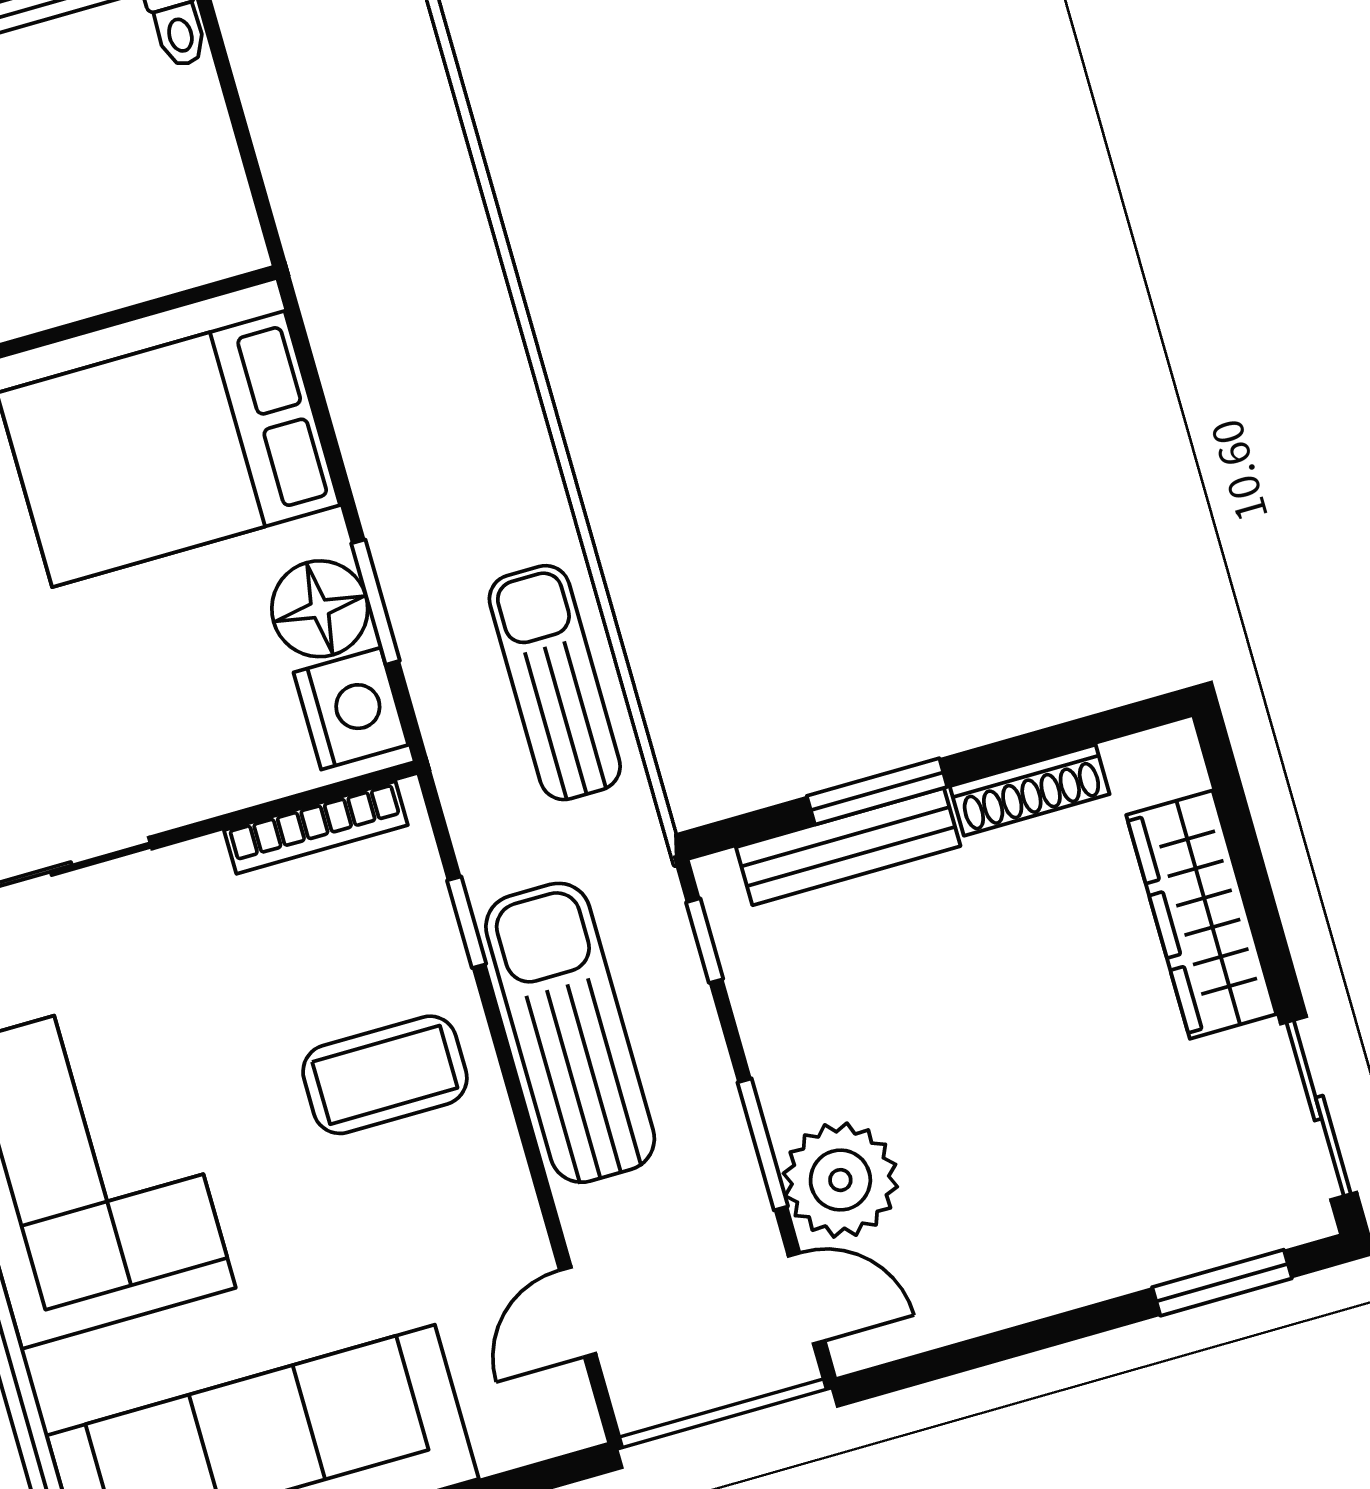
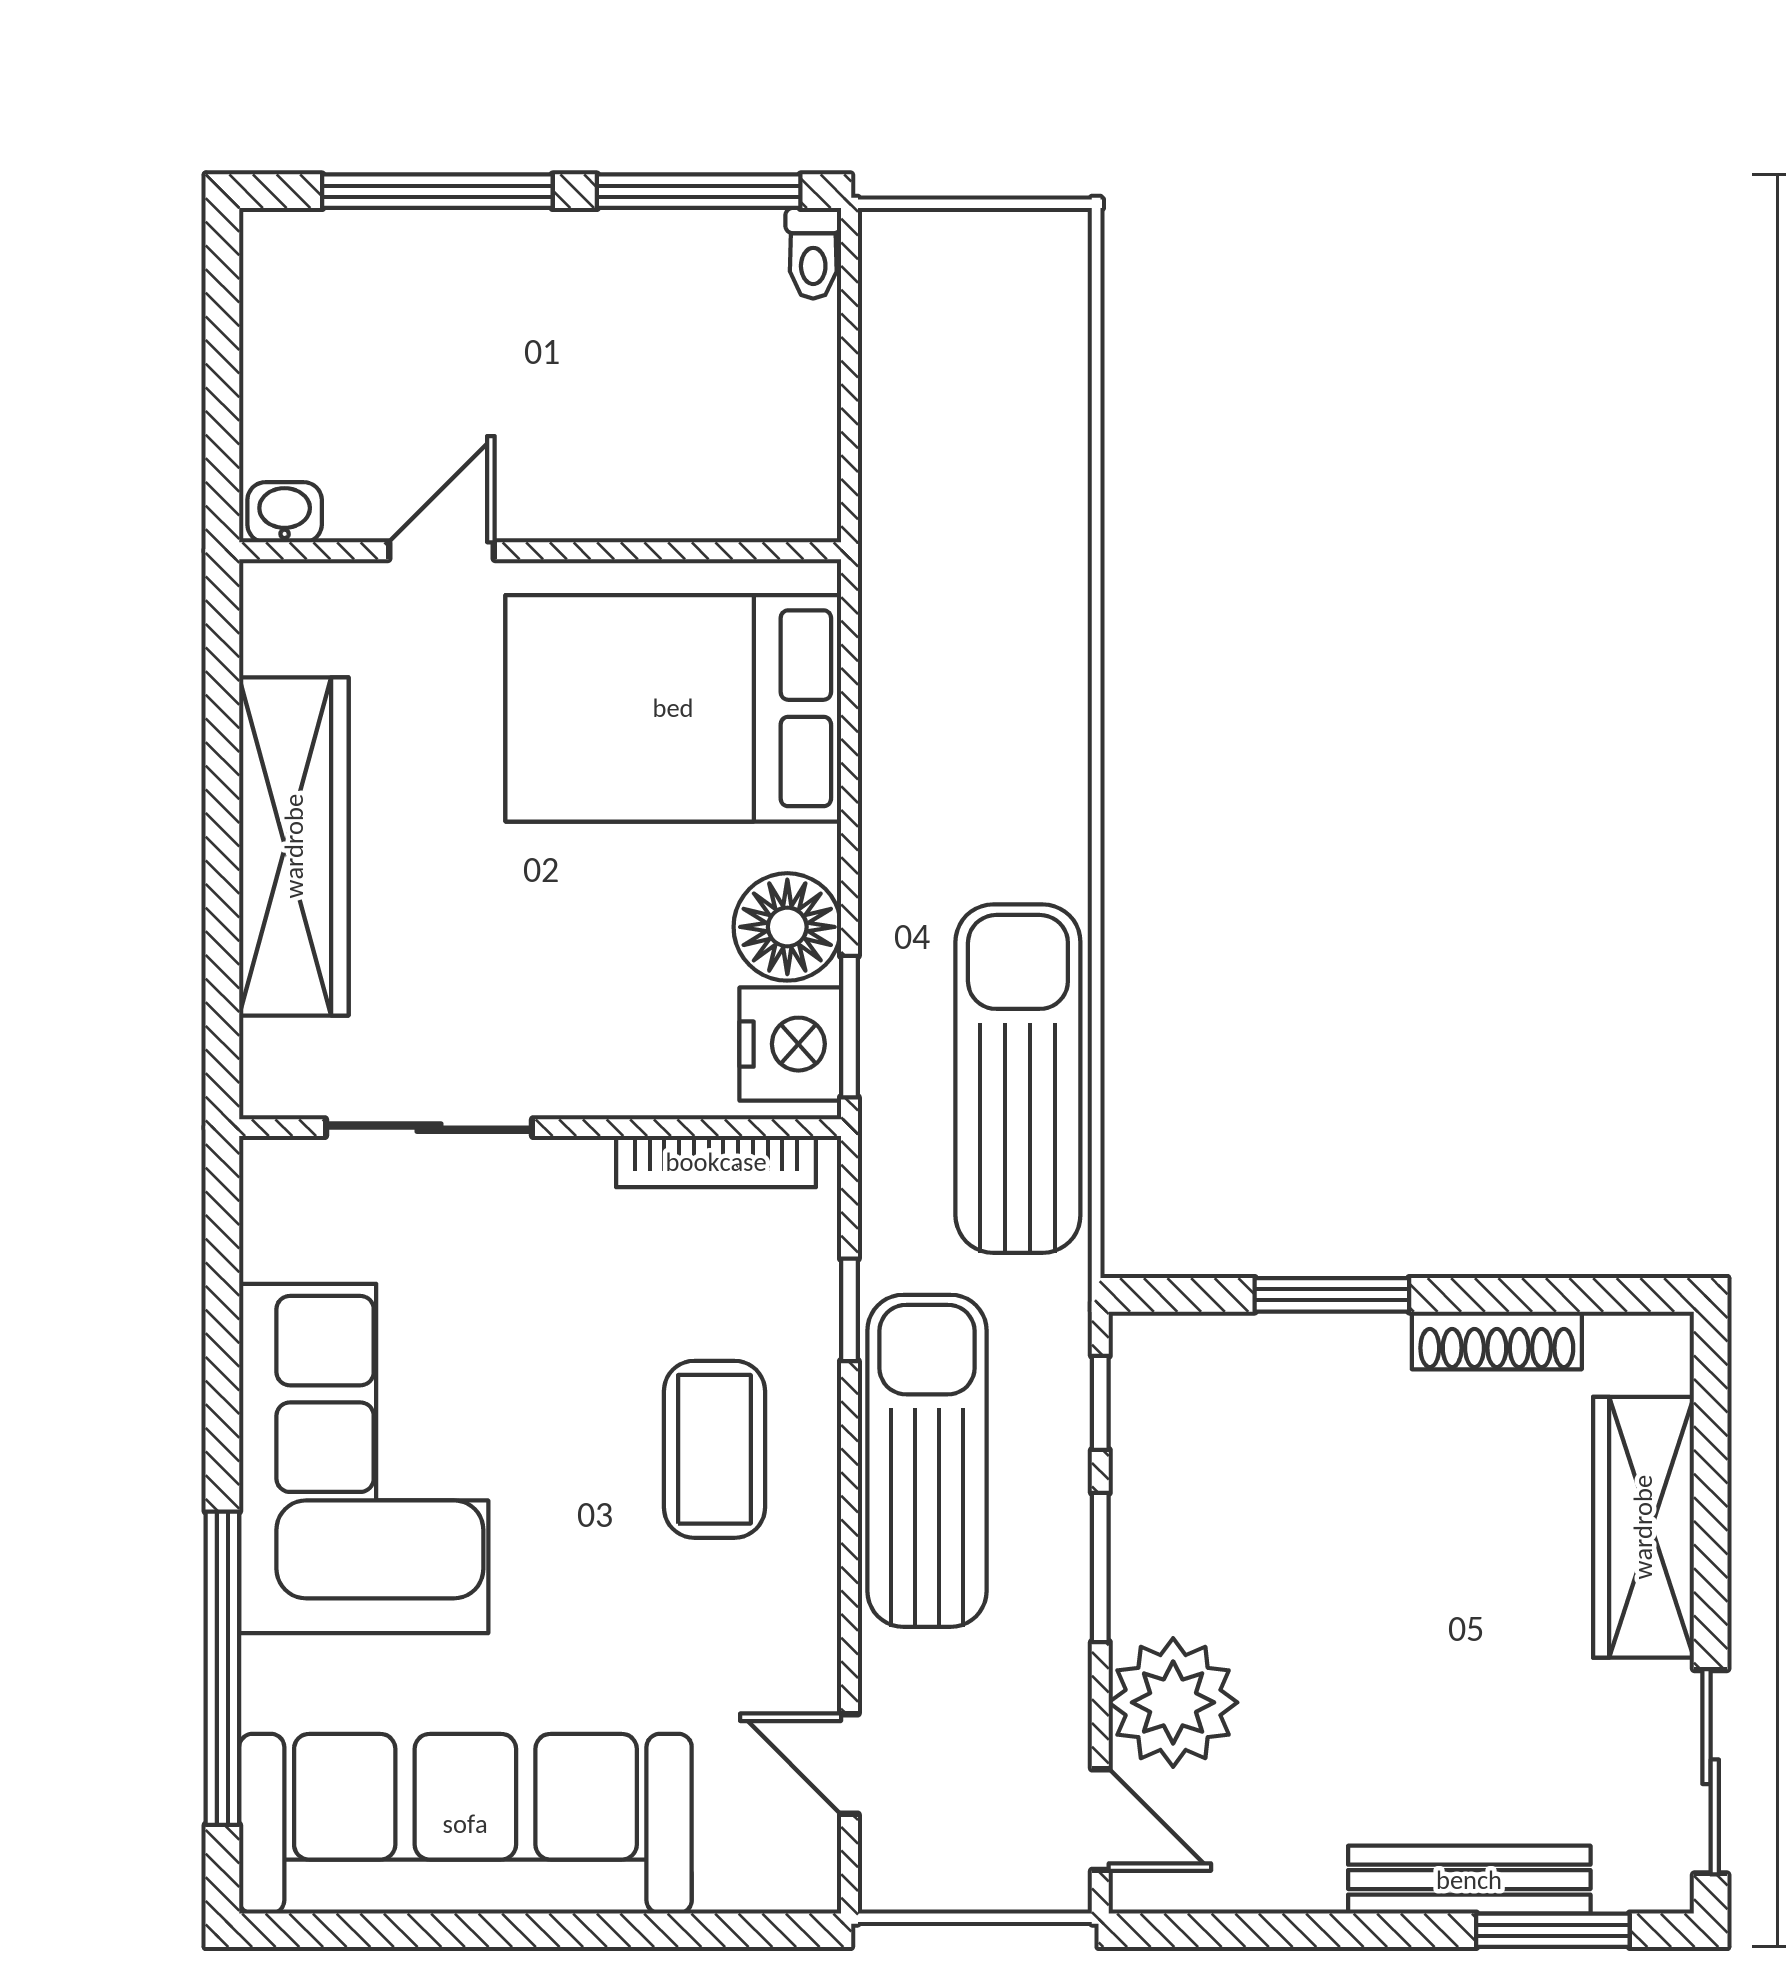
window: (375, 602) -> (849, 1027), moved
sun lounger: (555, 683) -> (1018, 1079), width x1.36, depth x1.34
bench: (848, 847) -> (1469, 1880), moved
coffee table: (385, 1075) -> (714, 1449), turned 90
window: (763, 1144) -> (1100, 1567), moved
door: (578, 1312) -> (849, 1764), hinge flipped

